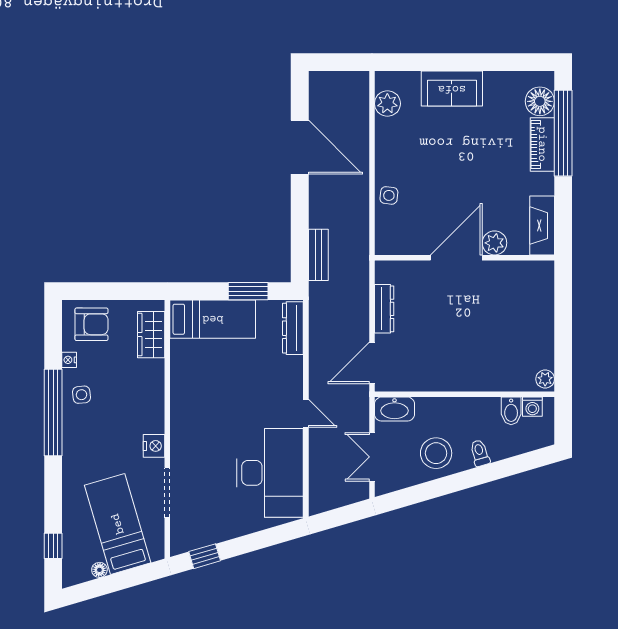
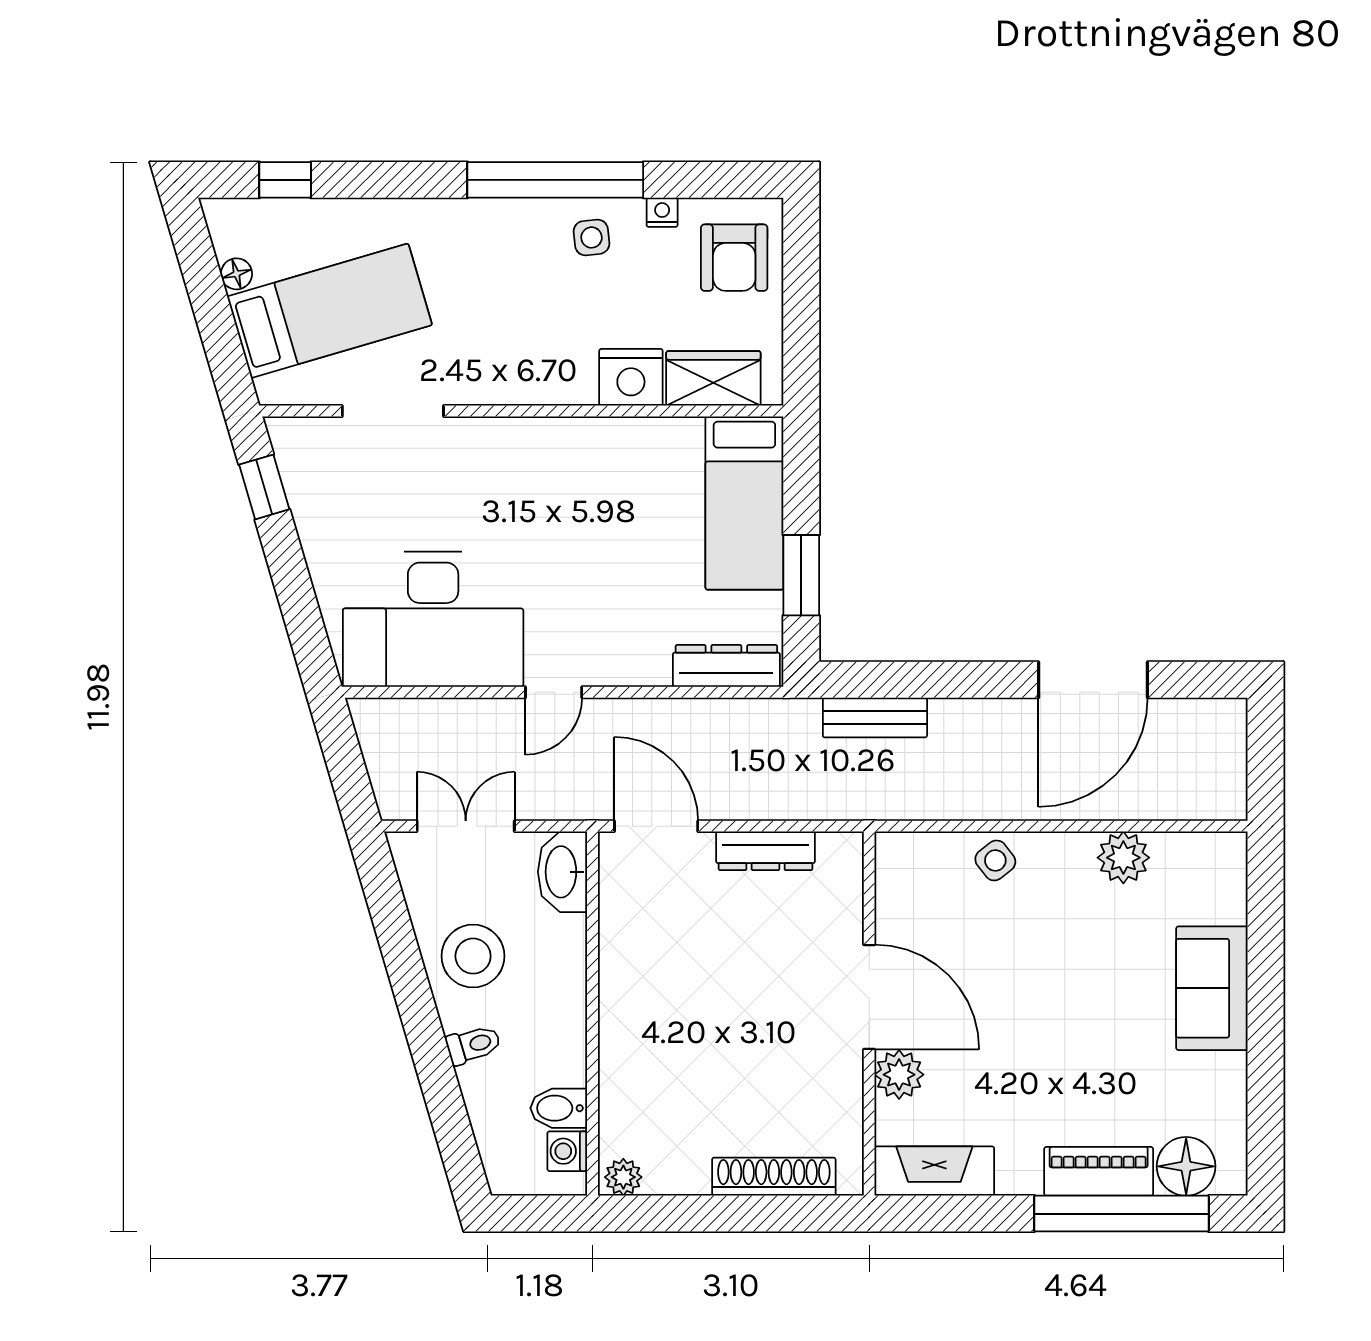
plant: (387, 104) -> (1123, 858), moved
side table: (389, 195) -> (995, 860), turned 45
shoe rack: (545, 305) -> (774, 1177), added
nightstand: (154, 446) -> (631, 377), moved, width x1.36, depth x1.33

